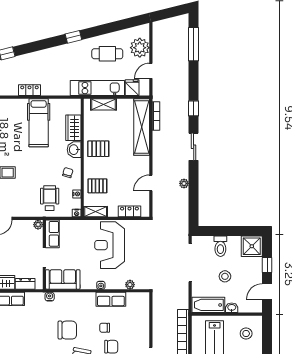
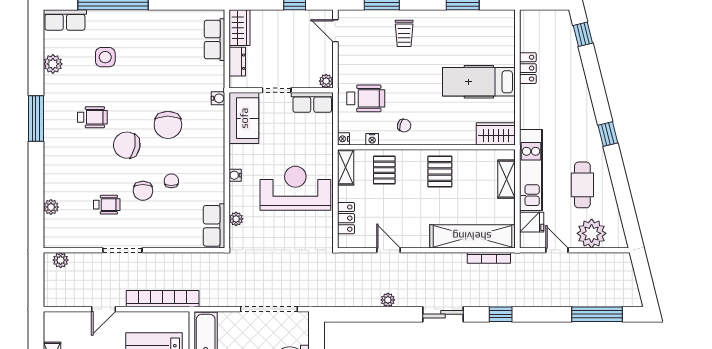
wardrobe: (73, 128) -> (496, 134), moved
washbasin: (74, 150) -> (439, 135), removed
row of seats: (111, 299) -> (214, 226), moved

